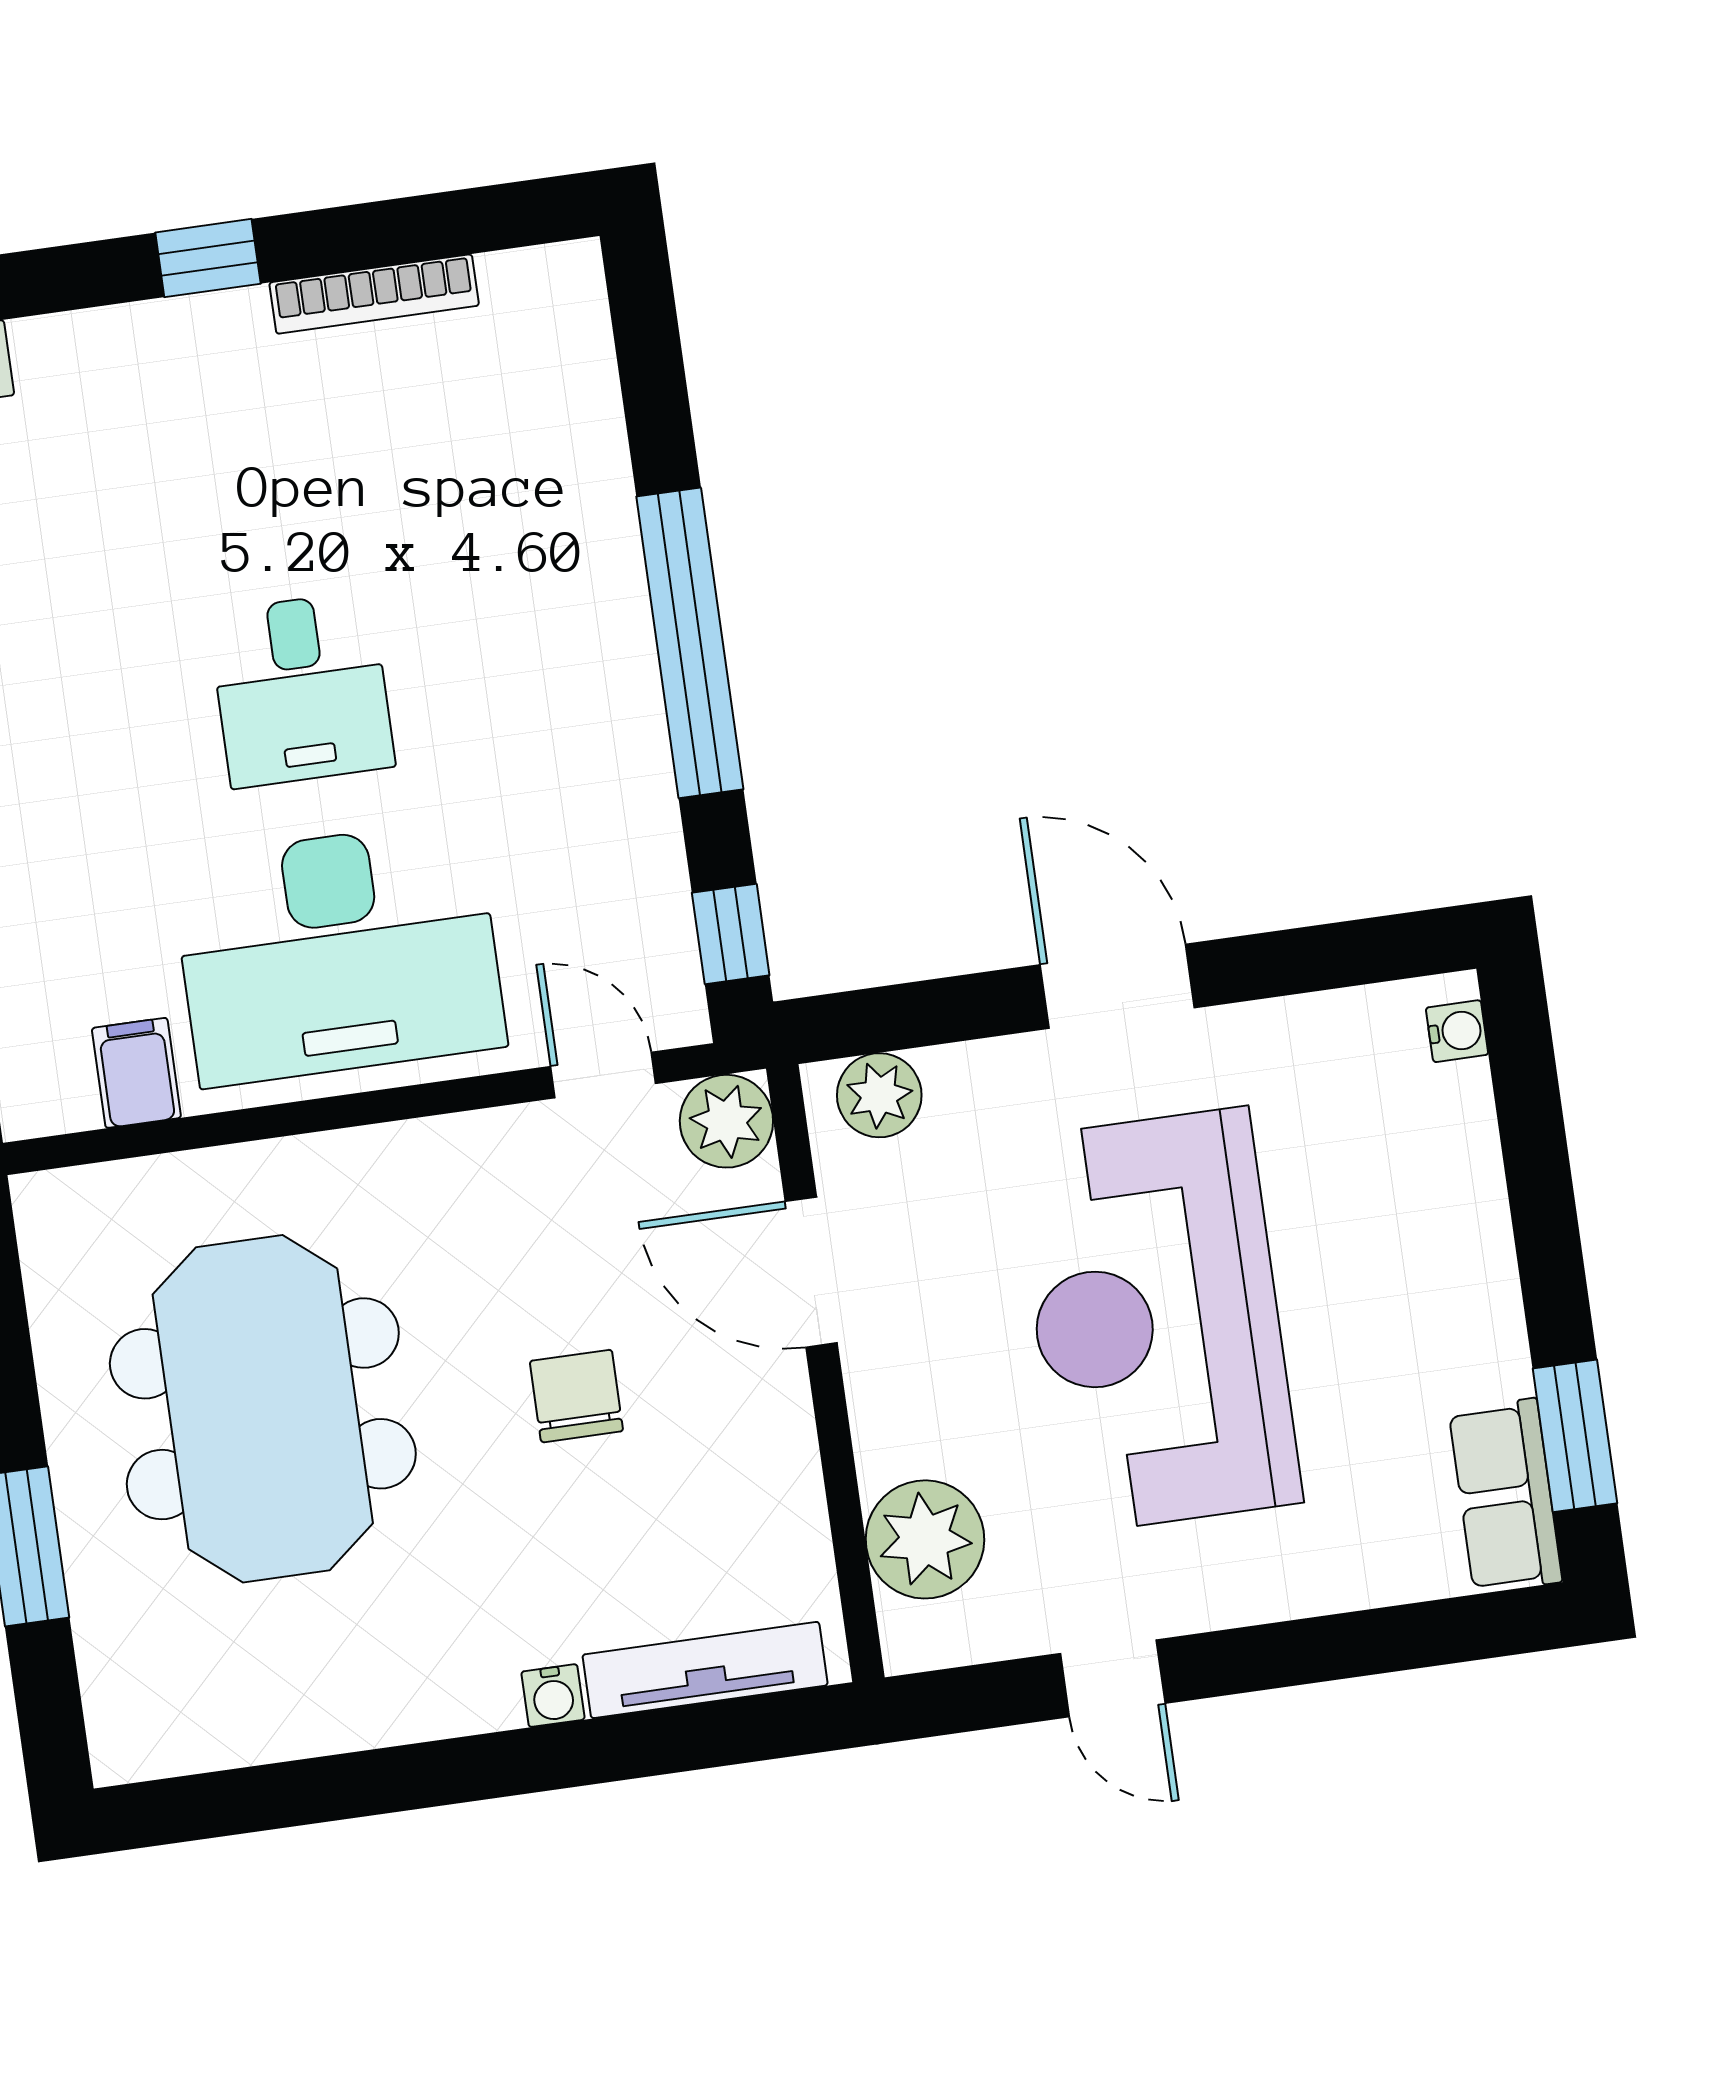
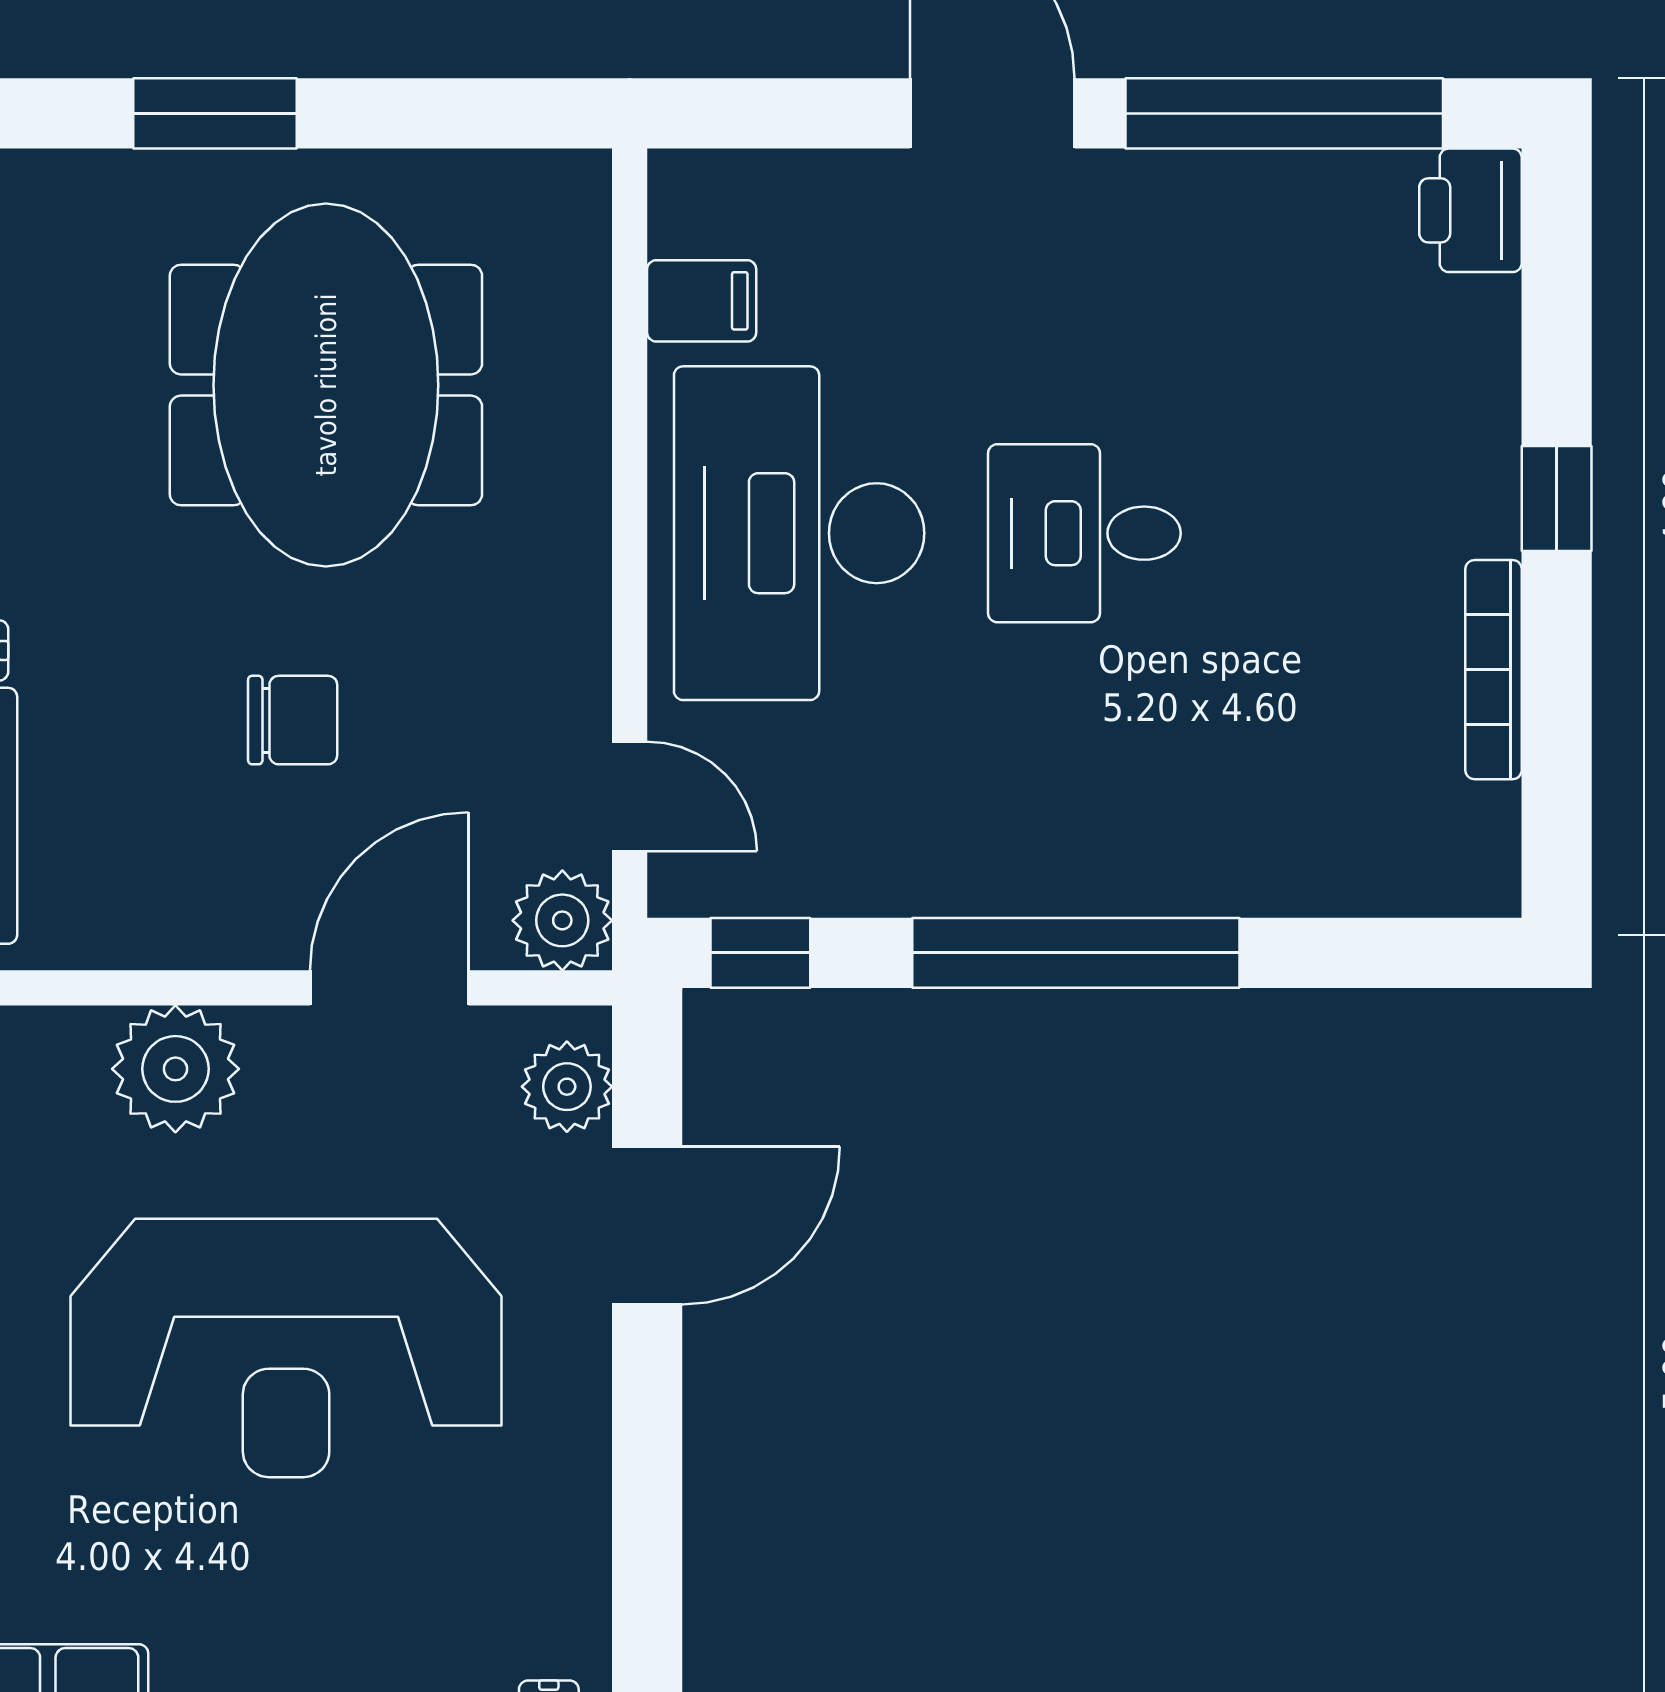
door: (1117, 986) -> (647, 1225), moved
door: (603, 1075) -> (630, 796), hinge flipped
reception desk: (1157, 1321) -> (286, 1348), turned 180
meeting table: (263, 1409) -> (326, 385), turned 90
plant: (925, 1539) -> (175, 1069), moved

